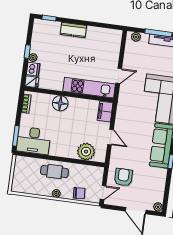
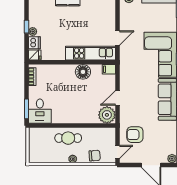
floor lamp: (60, 103) -> (83, 72), moved
filing cabinet: (105, 112) -> (109, 69), width x0.50
door: (111, 137) -> (117, 98), swing flipped
desk: (34, 141) -> (40, 111), width x0.73
plant: (86, 152) -> (107, 115), moved
armchair: (123, 177) -> (135, 135), turned -90

